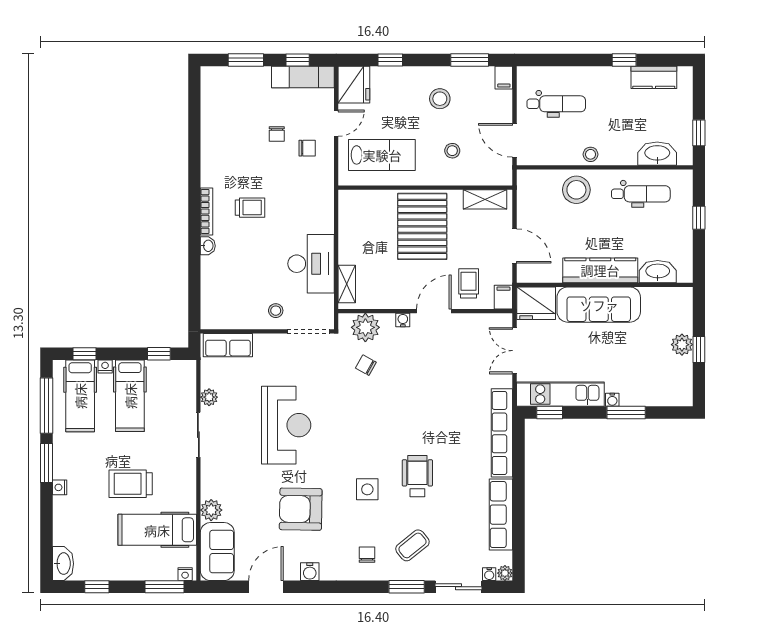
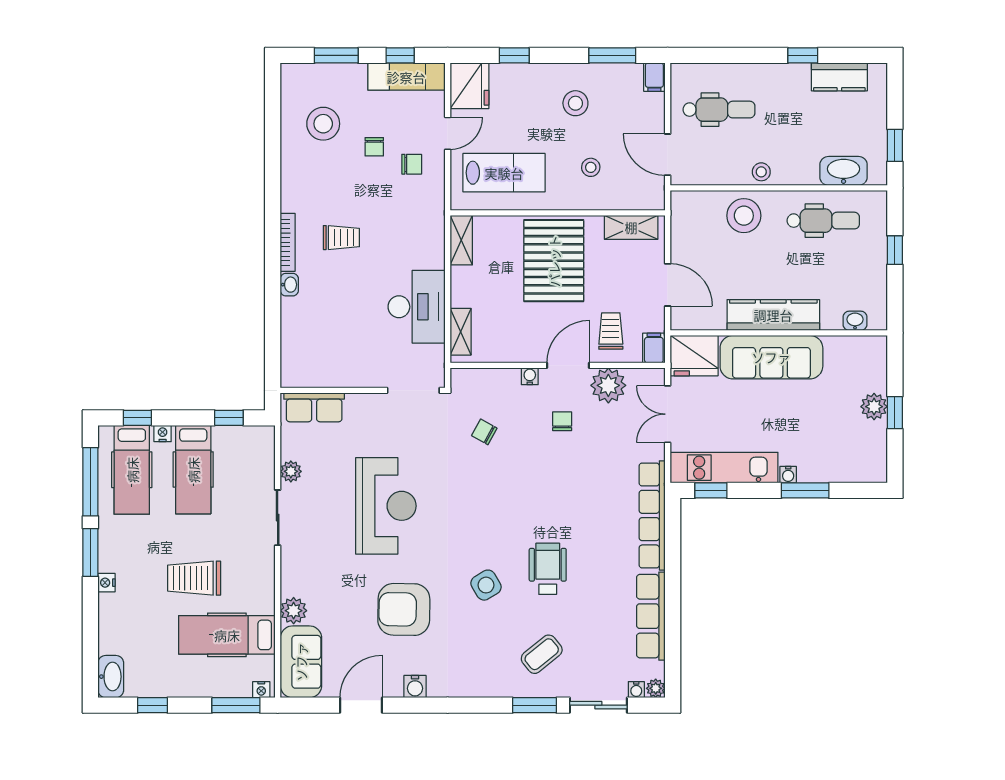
shelving: (347, 210) -> (461, 240), added
washbasin: (658, 272) -> (855, 321), width x0.52, depth x0.69
stool: (276, 311) -> (323, 124), moved, width x1.89, depth x1.89
plant: (365, 327) -> (608, 385), moved
side table: (367, 489) -> (486, 585), turned -31
chair: (367, 555) -> (562, 421), moved

